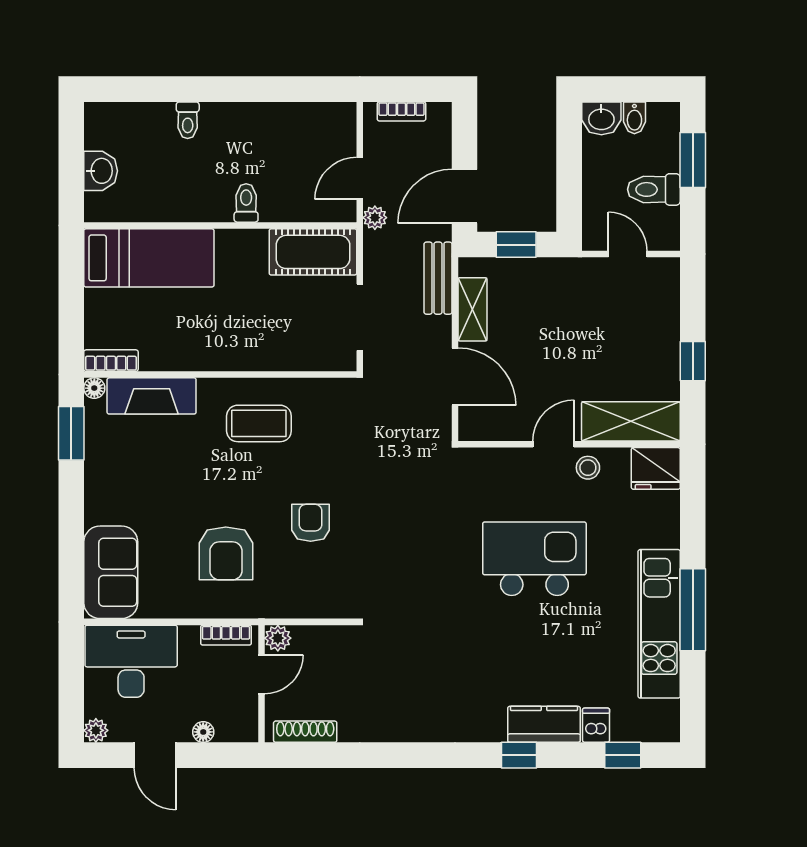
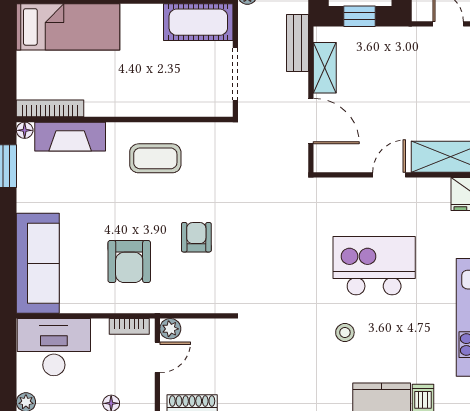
bookcase: (111, 361) -> (50, 108), width x1.56
stool: (588, 468) -> (345, 332), moved
sofa: (111, 572) -> (38, 263), width x1.36

